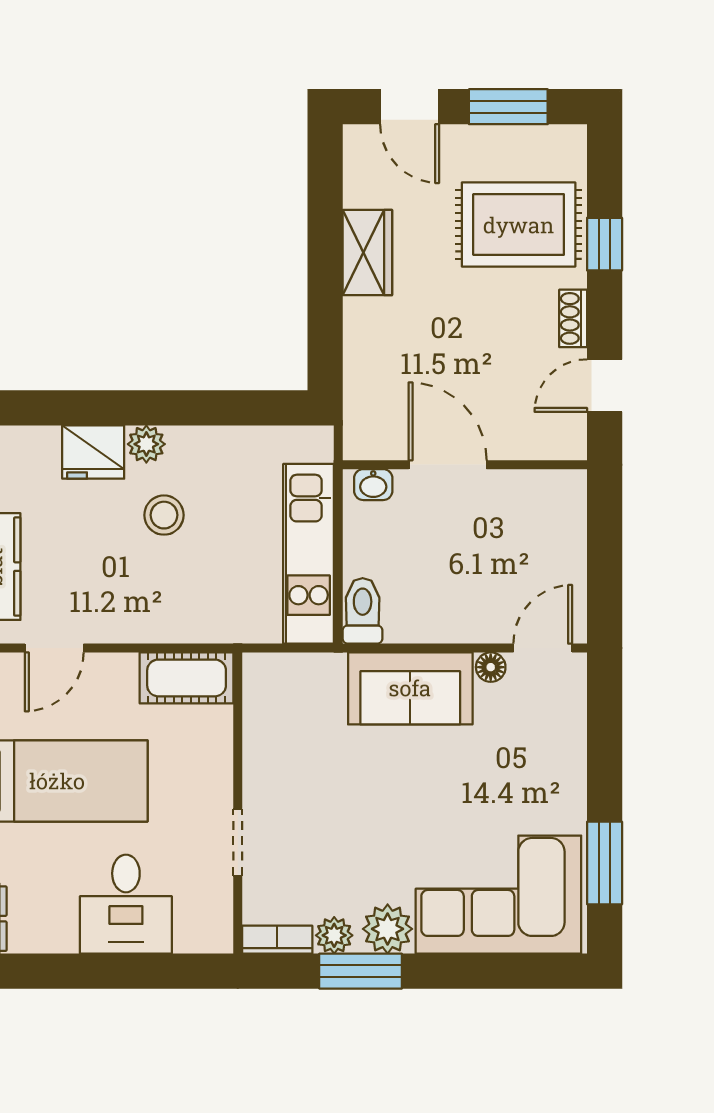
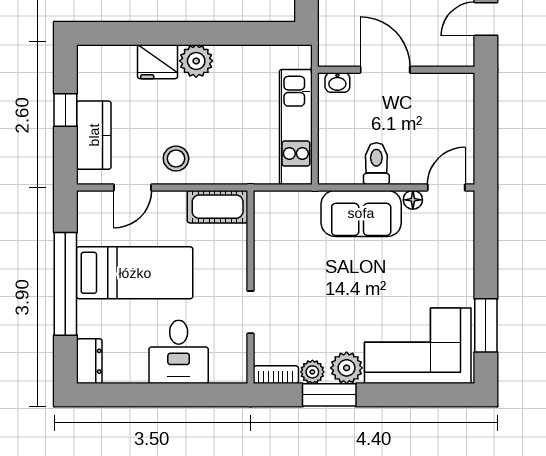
plant: (146, 444) -> (196, 61), width x1.38, depth x1.38
stool: (164, 515) -> (176, 159), moved
toilet: (363, 611) -> (376, 164), moved

